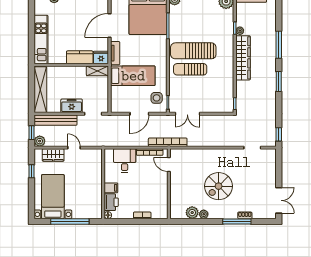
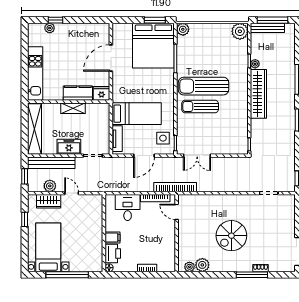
tv unit: (115, 53) -> (117, 139), moved
shelving: (97, 71) -> (73, 108), moved
plant: (40, 141) -> (50, 186), moved
plant: (204, 214) -> (189, 267), moved

